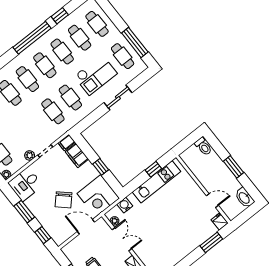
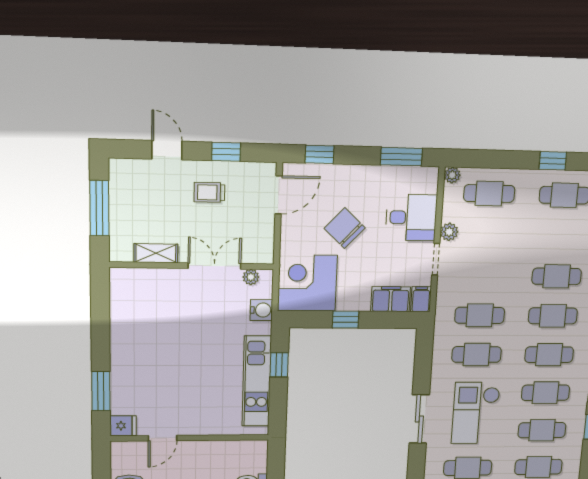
window: (153, 169) -> (279, 365), moved
desk: (25, 184) -> (411, 218), moved, turned 90
window: (24, 212) -> (401, 157), moved
door: (86, 227) -> (279, 195), moved
double door: (122, 239) -> (214, 266), swing flipped

